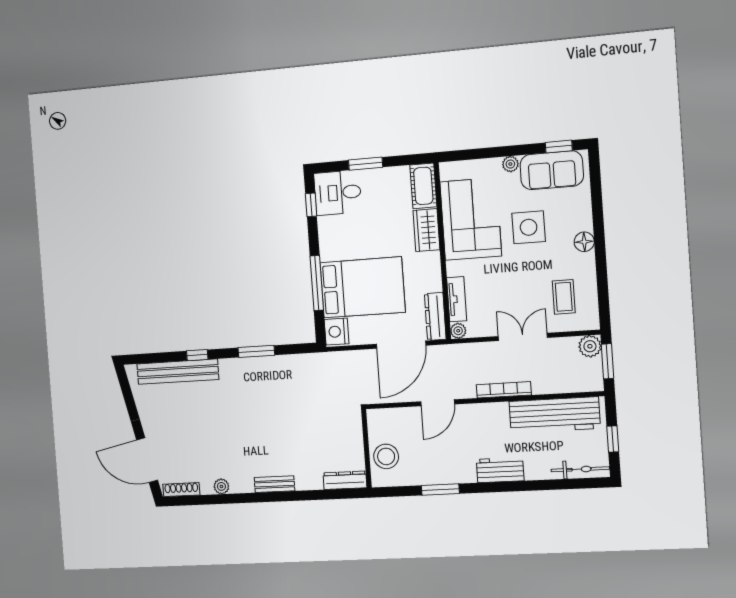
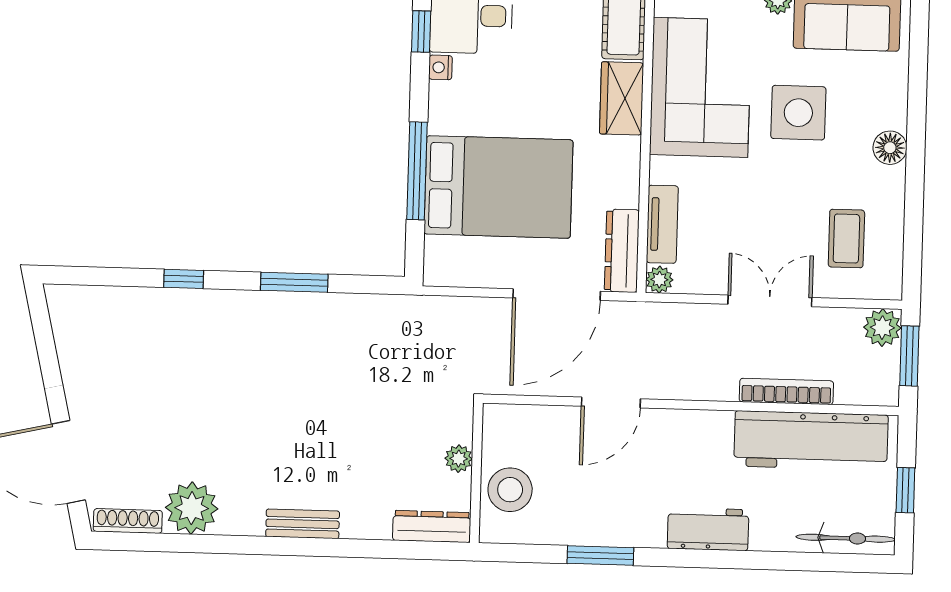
nightstand: (337, 332) -> (440, 67), moved, width x0.53, depth x0.56
bench: (178, 372) -> (144, 306), removed
bookcase: (504, 390) -> (786, 391), moved
plant: (356, 441) -> (459, 459), added
plant: (221, 486) -> (192, 508), width x1.88, depth x1.88

